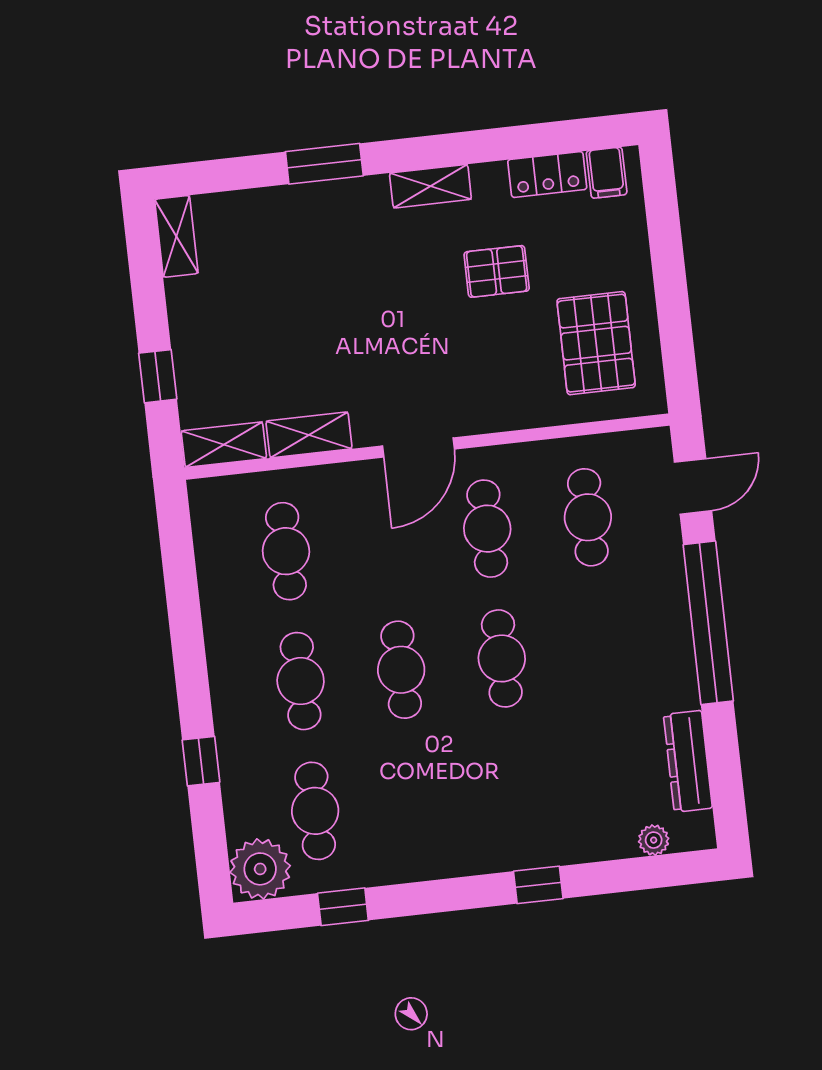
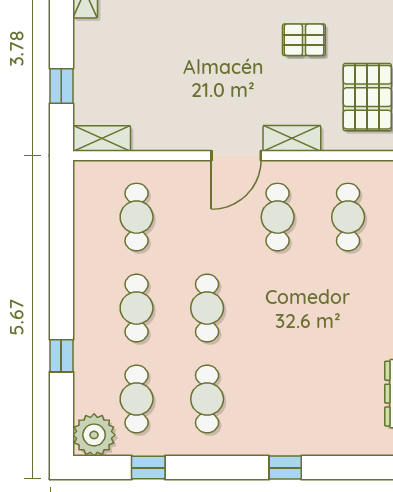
shelving: (309, 435) -> (292, 138), moved
cafe table: (502, 658) -> (207, 399), moved
plant: (654, 840) -> (369, 445), removed

